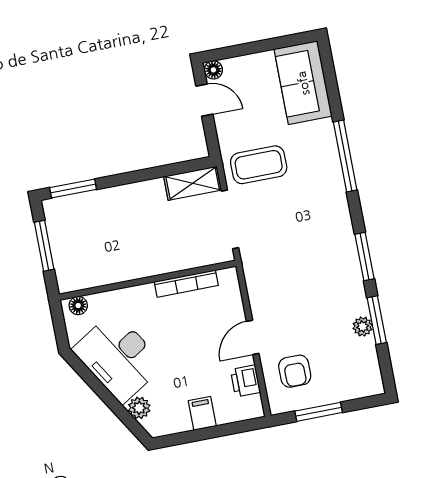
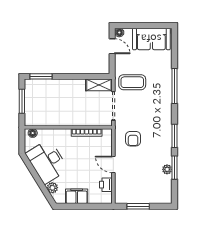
sofa: (303, 83) -> (151, 39), moved, turned -90
door: (253, 337) -> (113, 164), hinge flipped
armchair: (295, 371) -> (133, 139), moved
filing cabinet: (202, 413) -> (77, 196), width x2.00

